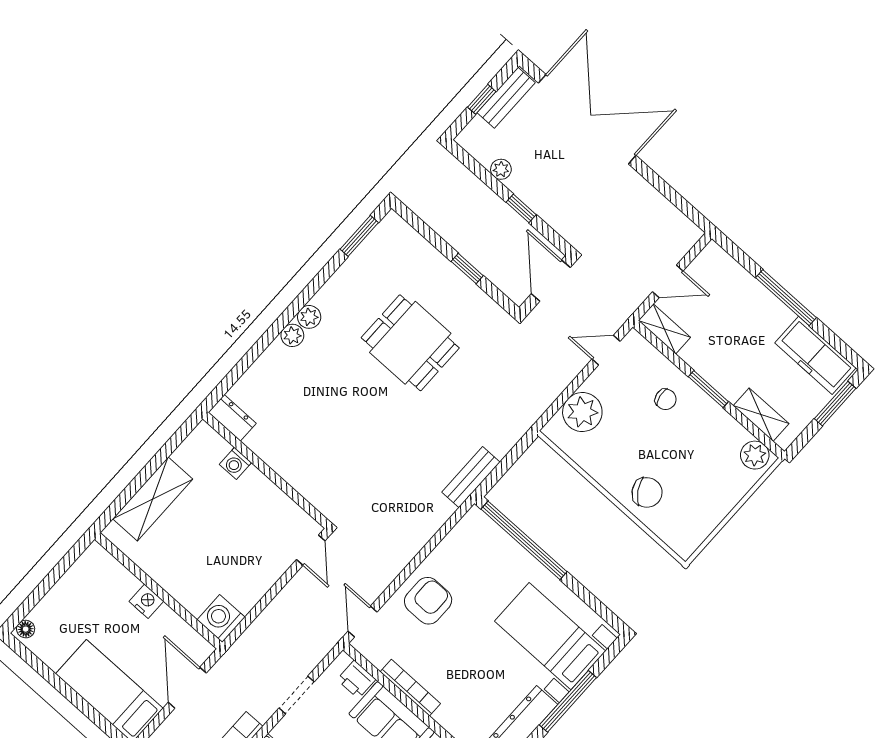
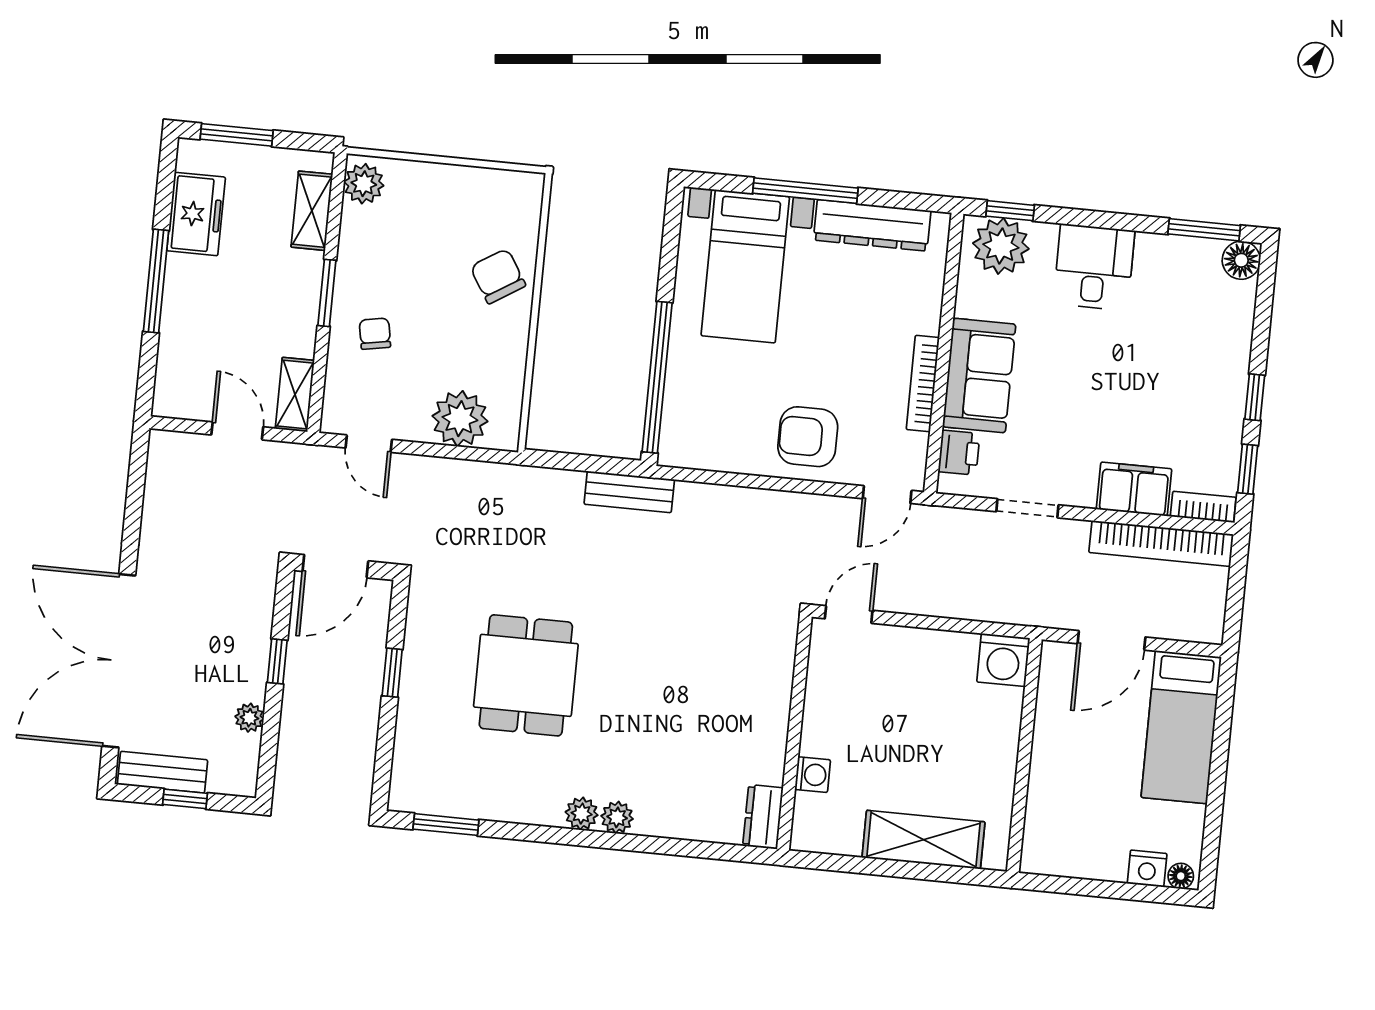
freezer: (815, 355) -> (196, 214), width x0.71
nightstand: (146, 601) -> (1147, 869), moved, turned -90

